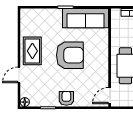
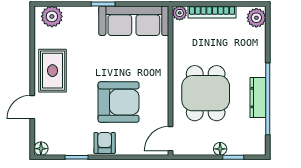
plant: (116, 13) -> (180, 13), added
plant: (32, 15) -> (52, 16), added
armchair: (70, 55) -> (119, 102), moved

